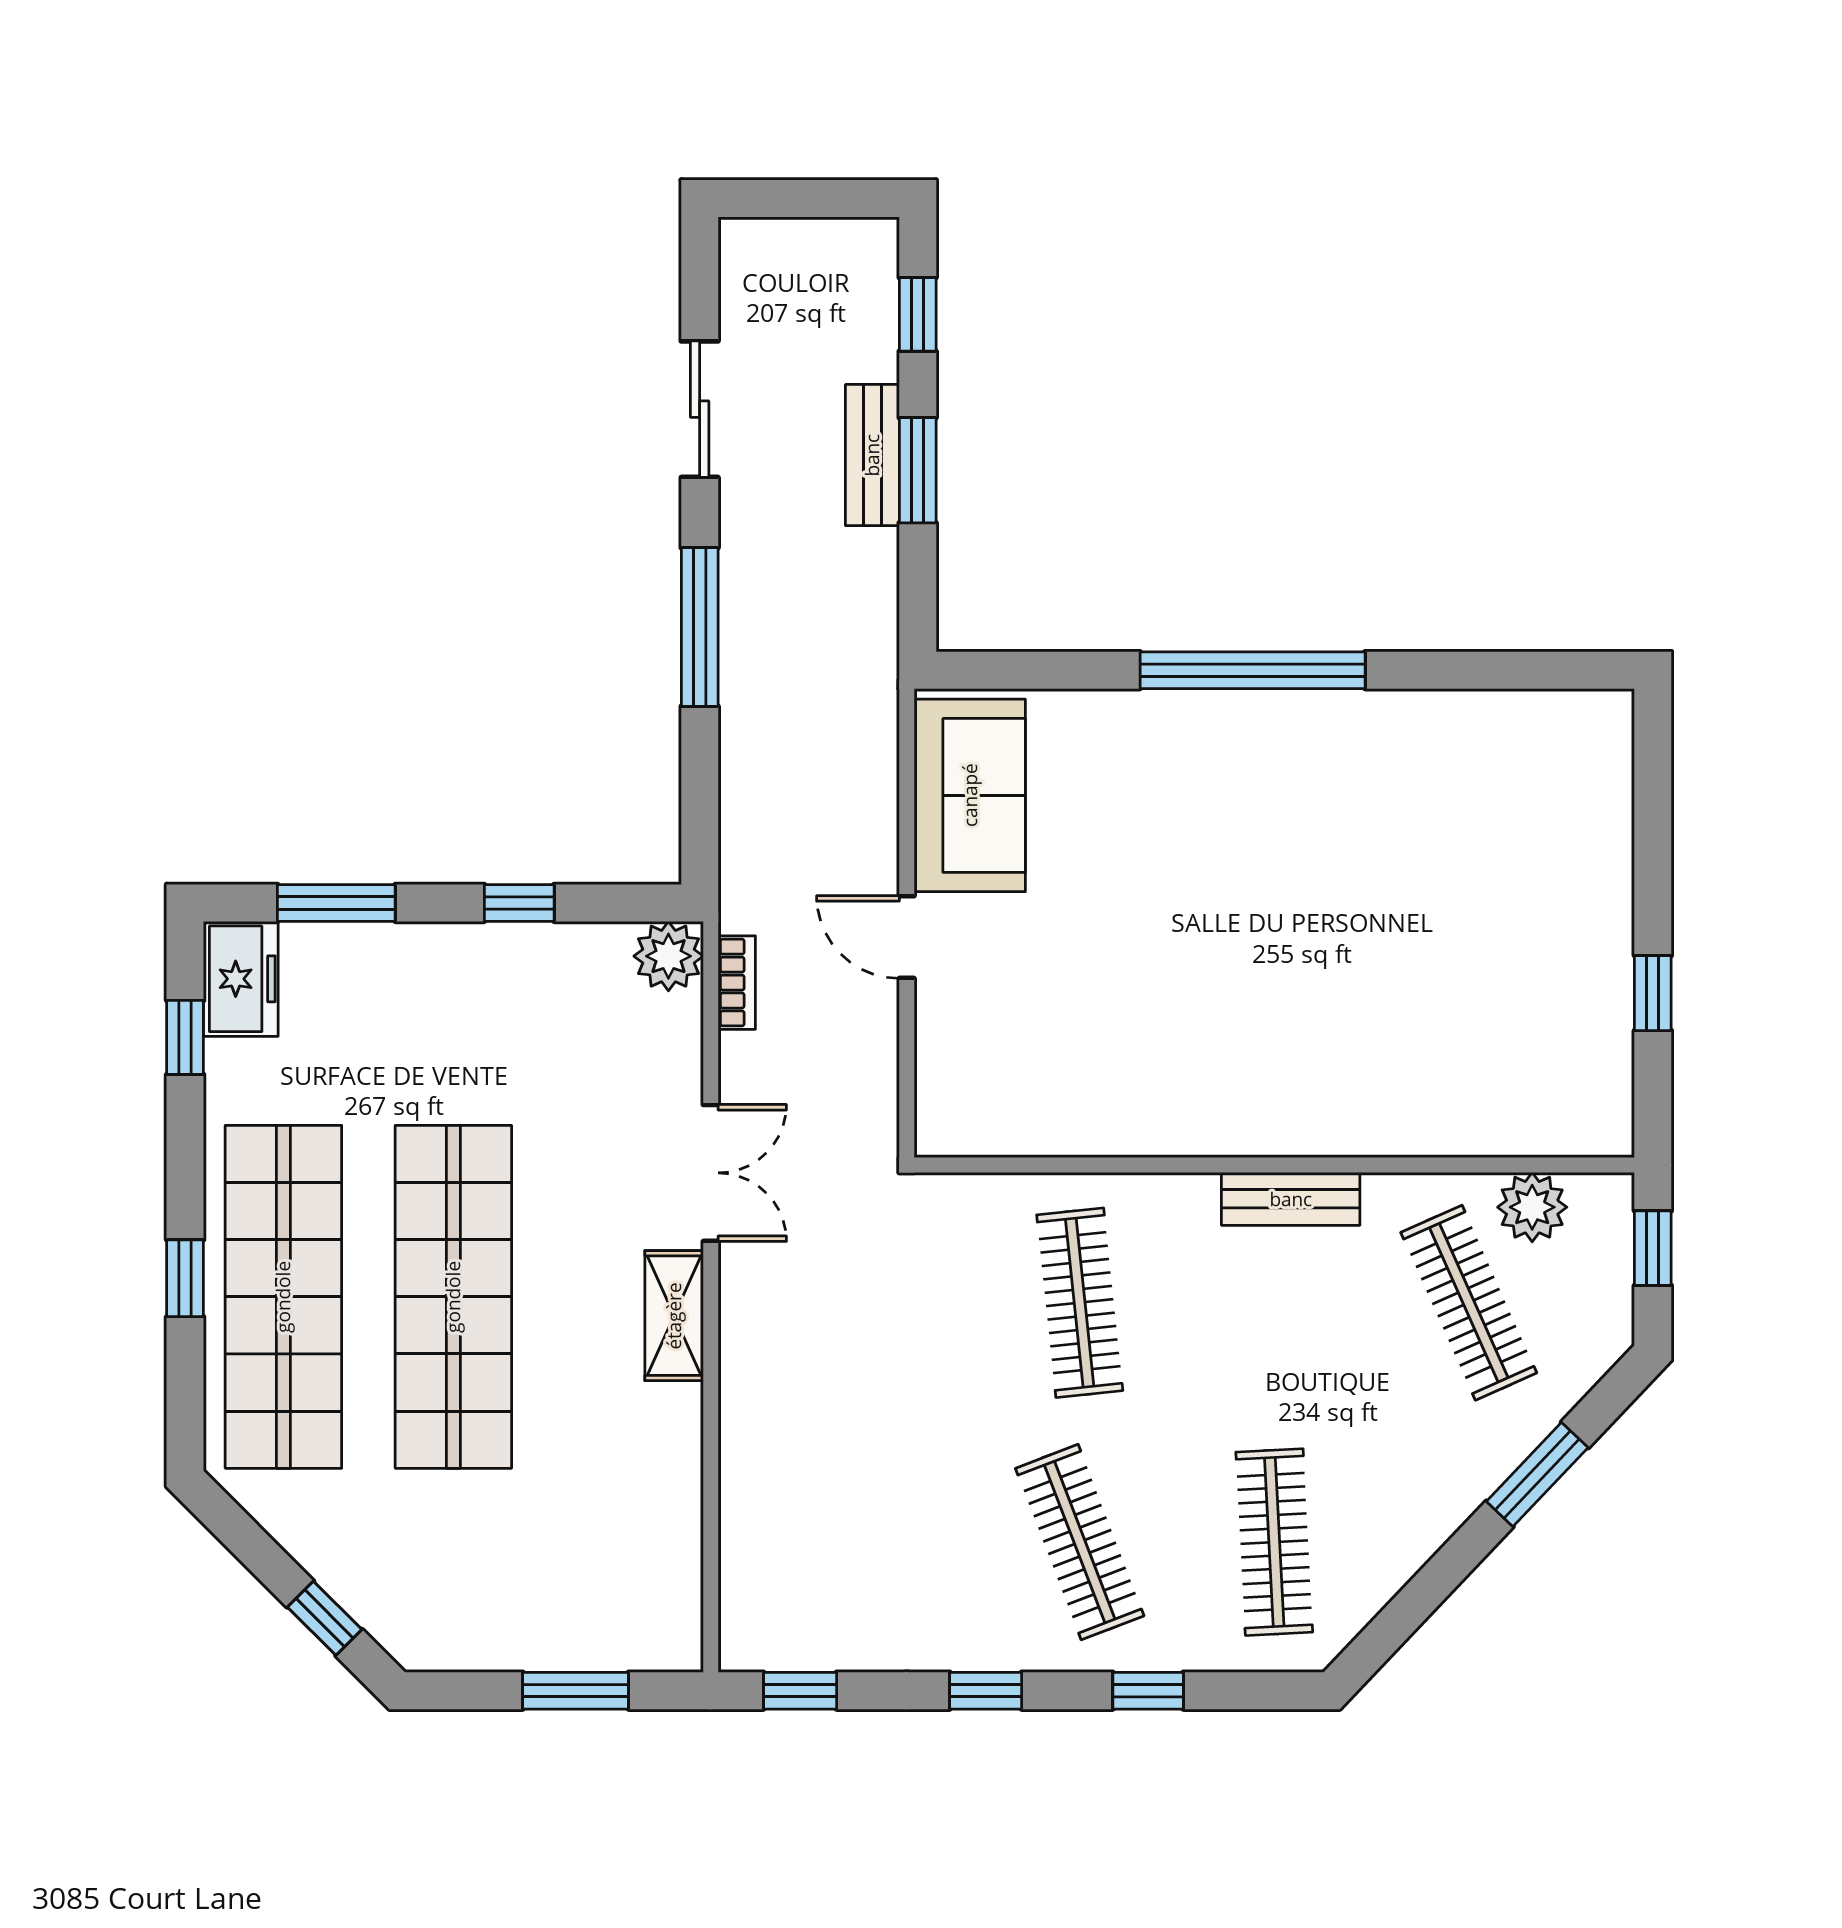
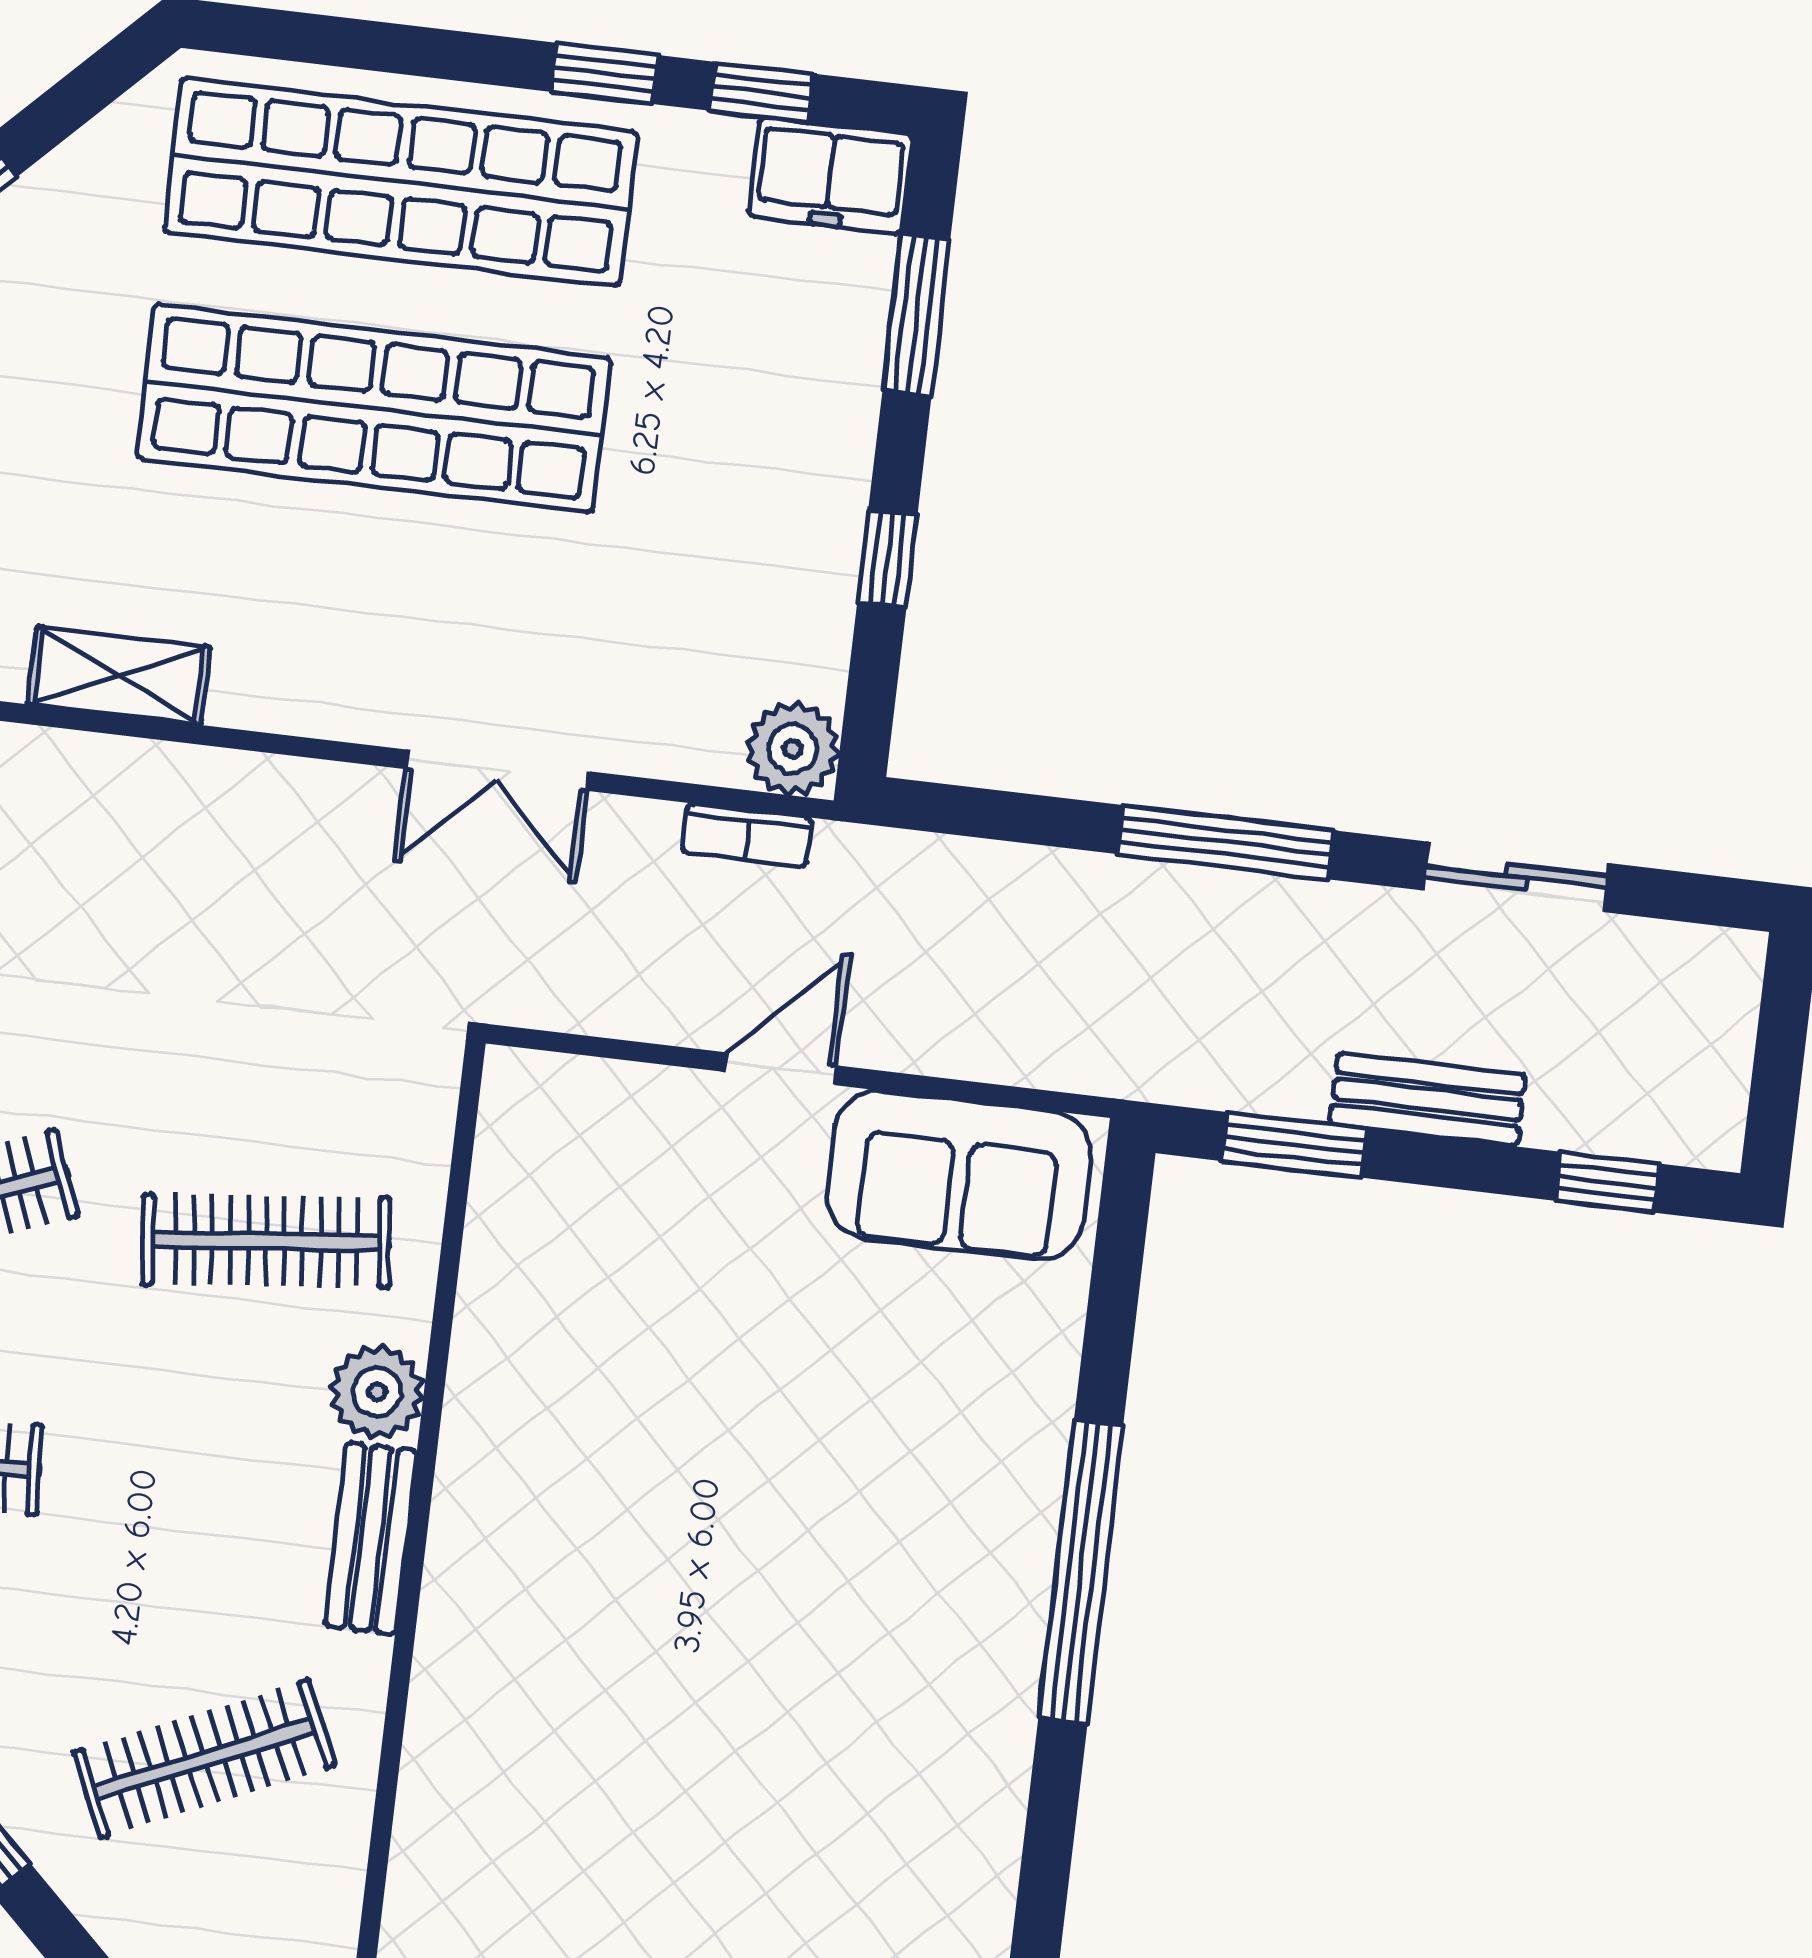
window: (918, 470) -> (1295, 1145), moved
plant: (1532, 1207) -> (377, 1392), moved
window: (185, 1278) -> (605, 73), moved
shelving: (674, 1316) -> (119, 676), moved

